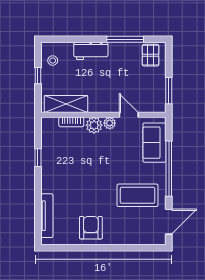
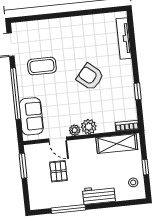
pallet: (151, 55) -> (58, 171), moved
bookcase: (71, 122) -> (127, 126), moved
coffee table: (138, 195) -> (42, 66), width x0.73, depth x0.76
armchair: (91, 228) -> (90, 77), moved, turned 130

